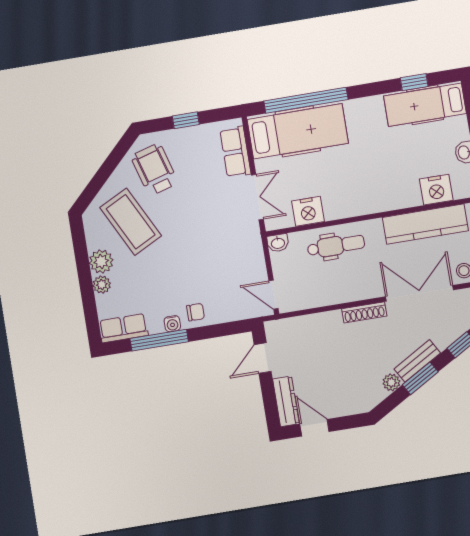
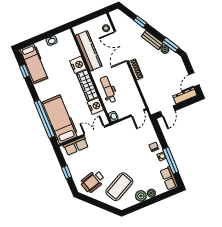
nightstand: (436, 190) -> (78, 65), moved
wardrobe: (355, 205) -> (87, 85), added
door: (263, 358) -> (168, 111), hinge flipped
window: (420, 378) -> (171, 45), moved

